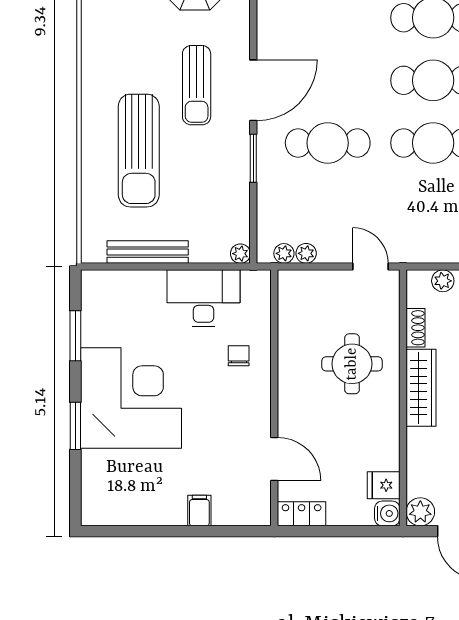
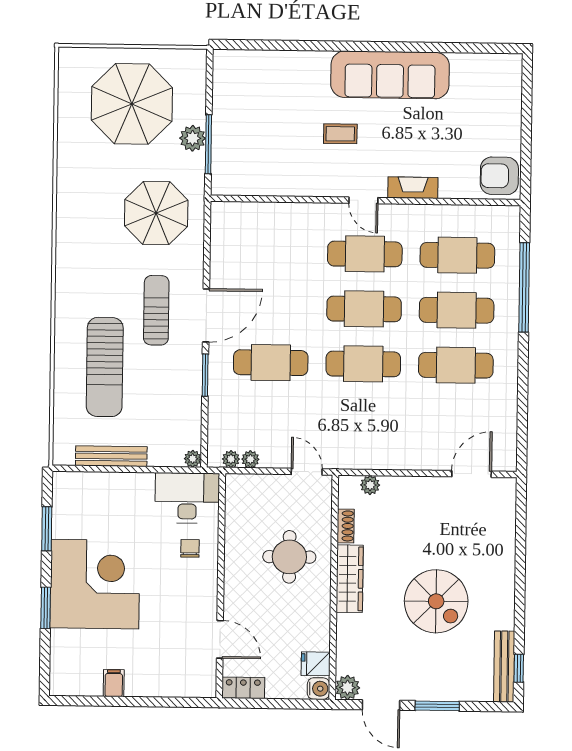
sun lounger: (197, 85) -> (156, 310), turned 180
desk: (203, 298) -> (187, 498), moved
filing cabinet: (199, 511) -> (114, 683), moved

